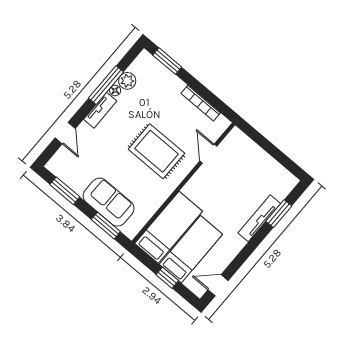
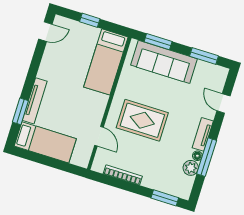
sofa: (109, 202) -> (164, 62), width x1.36
bed: (191, 249) -> (45, 142), moved, turned -90

